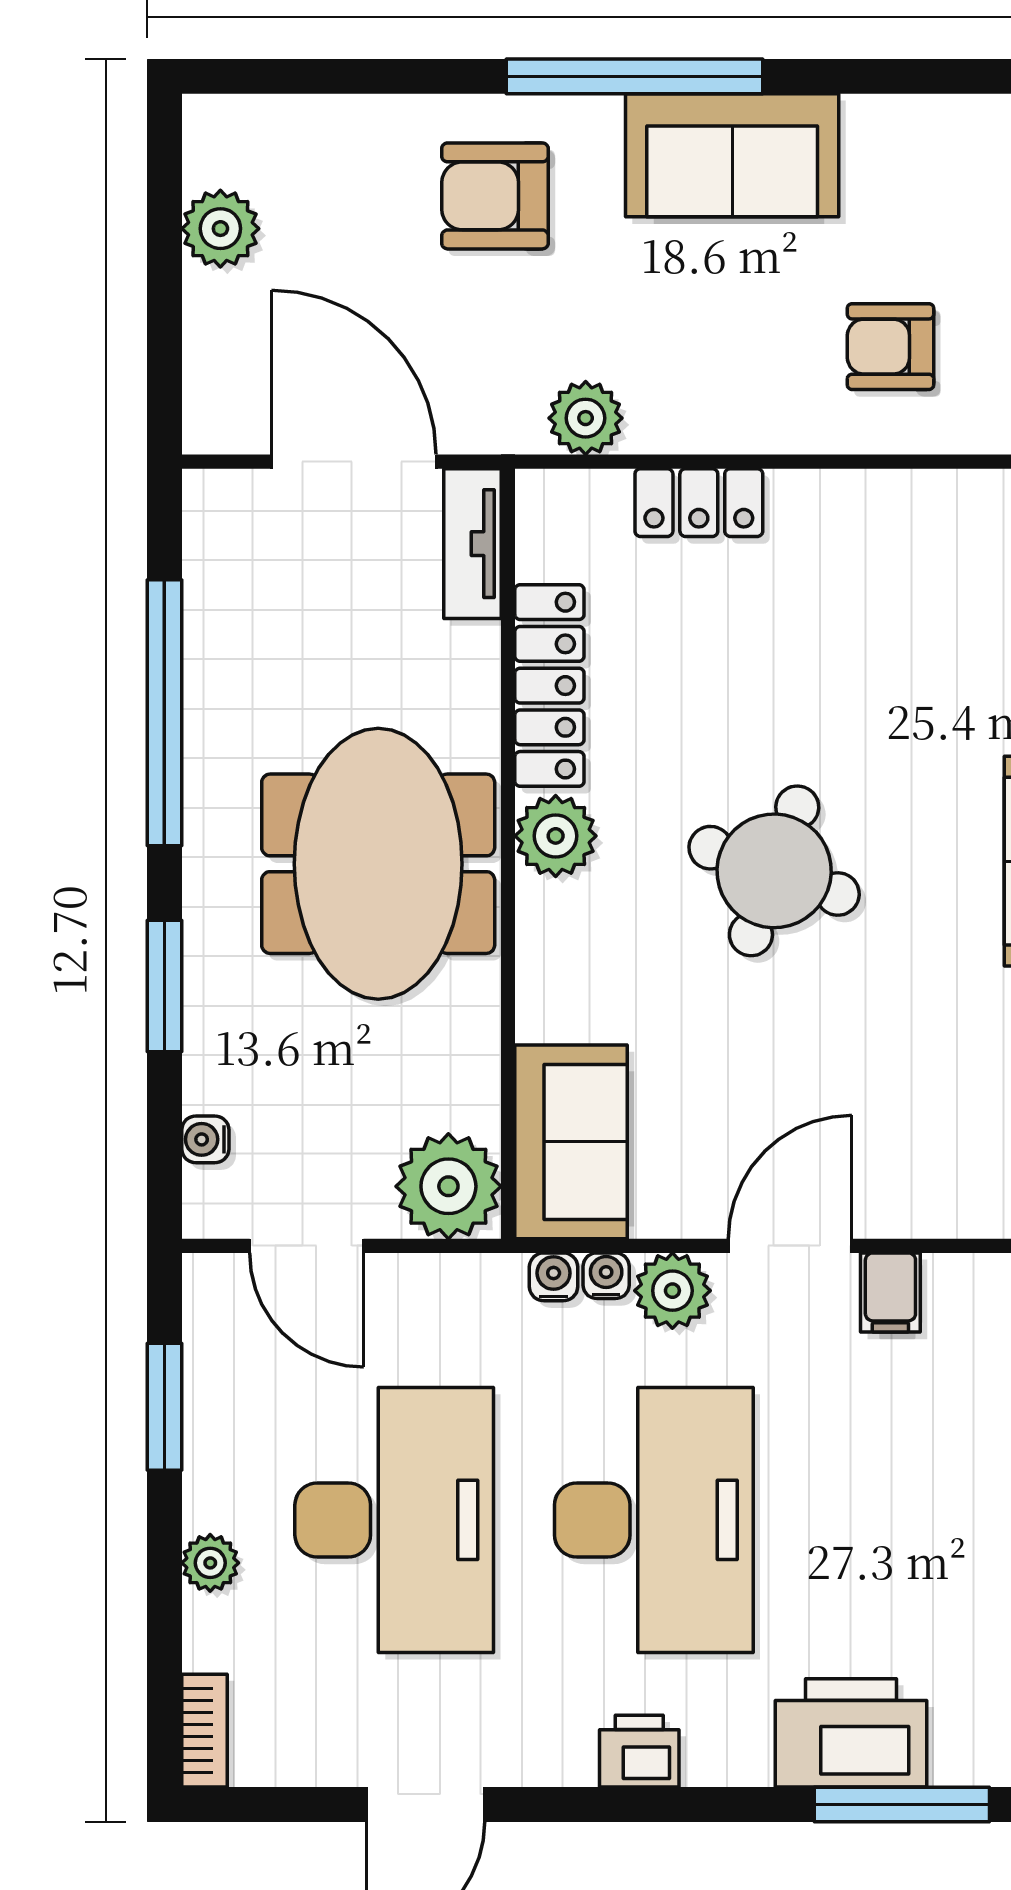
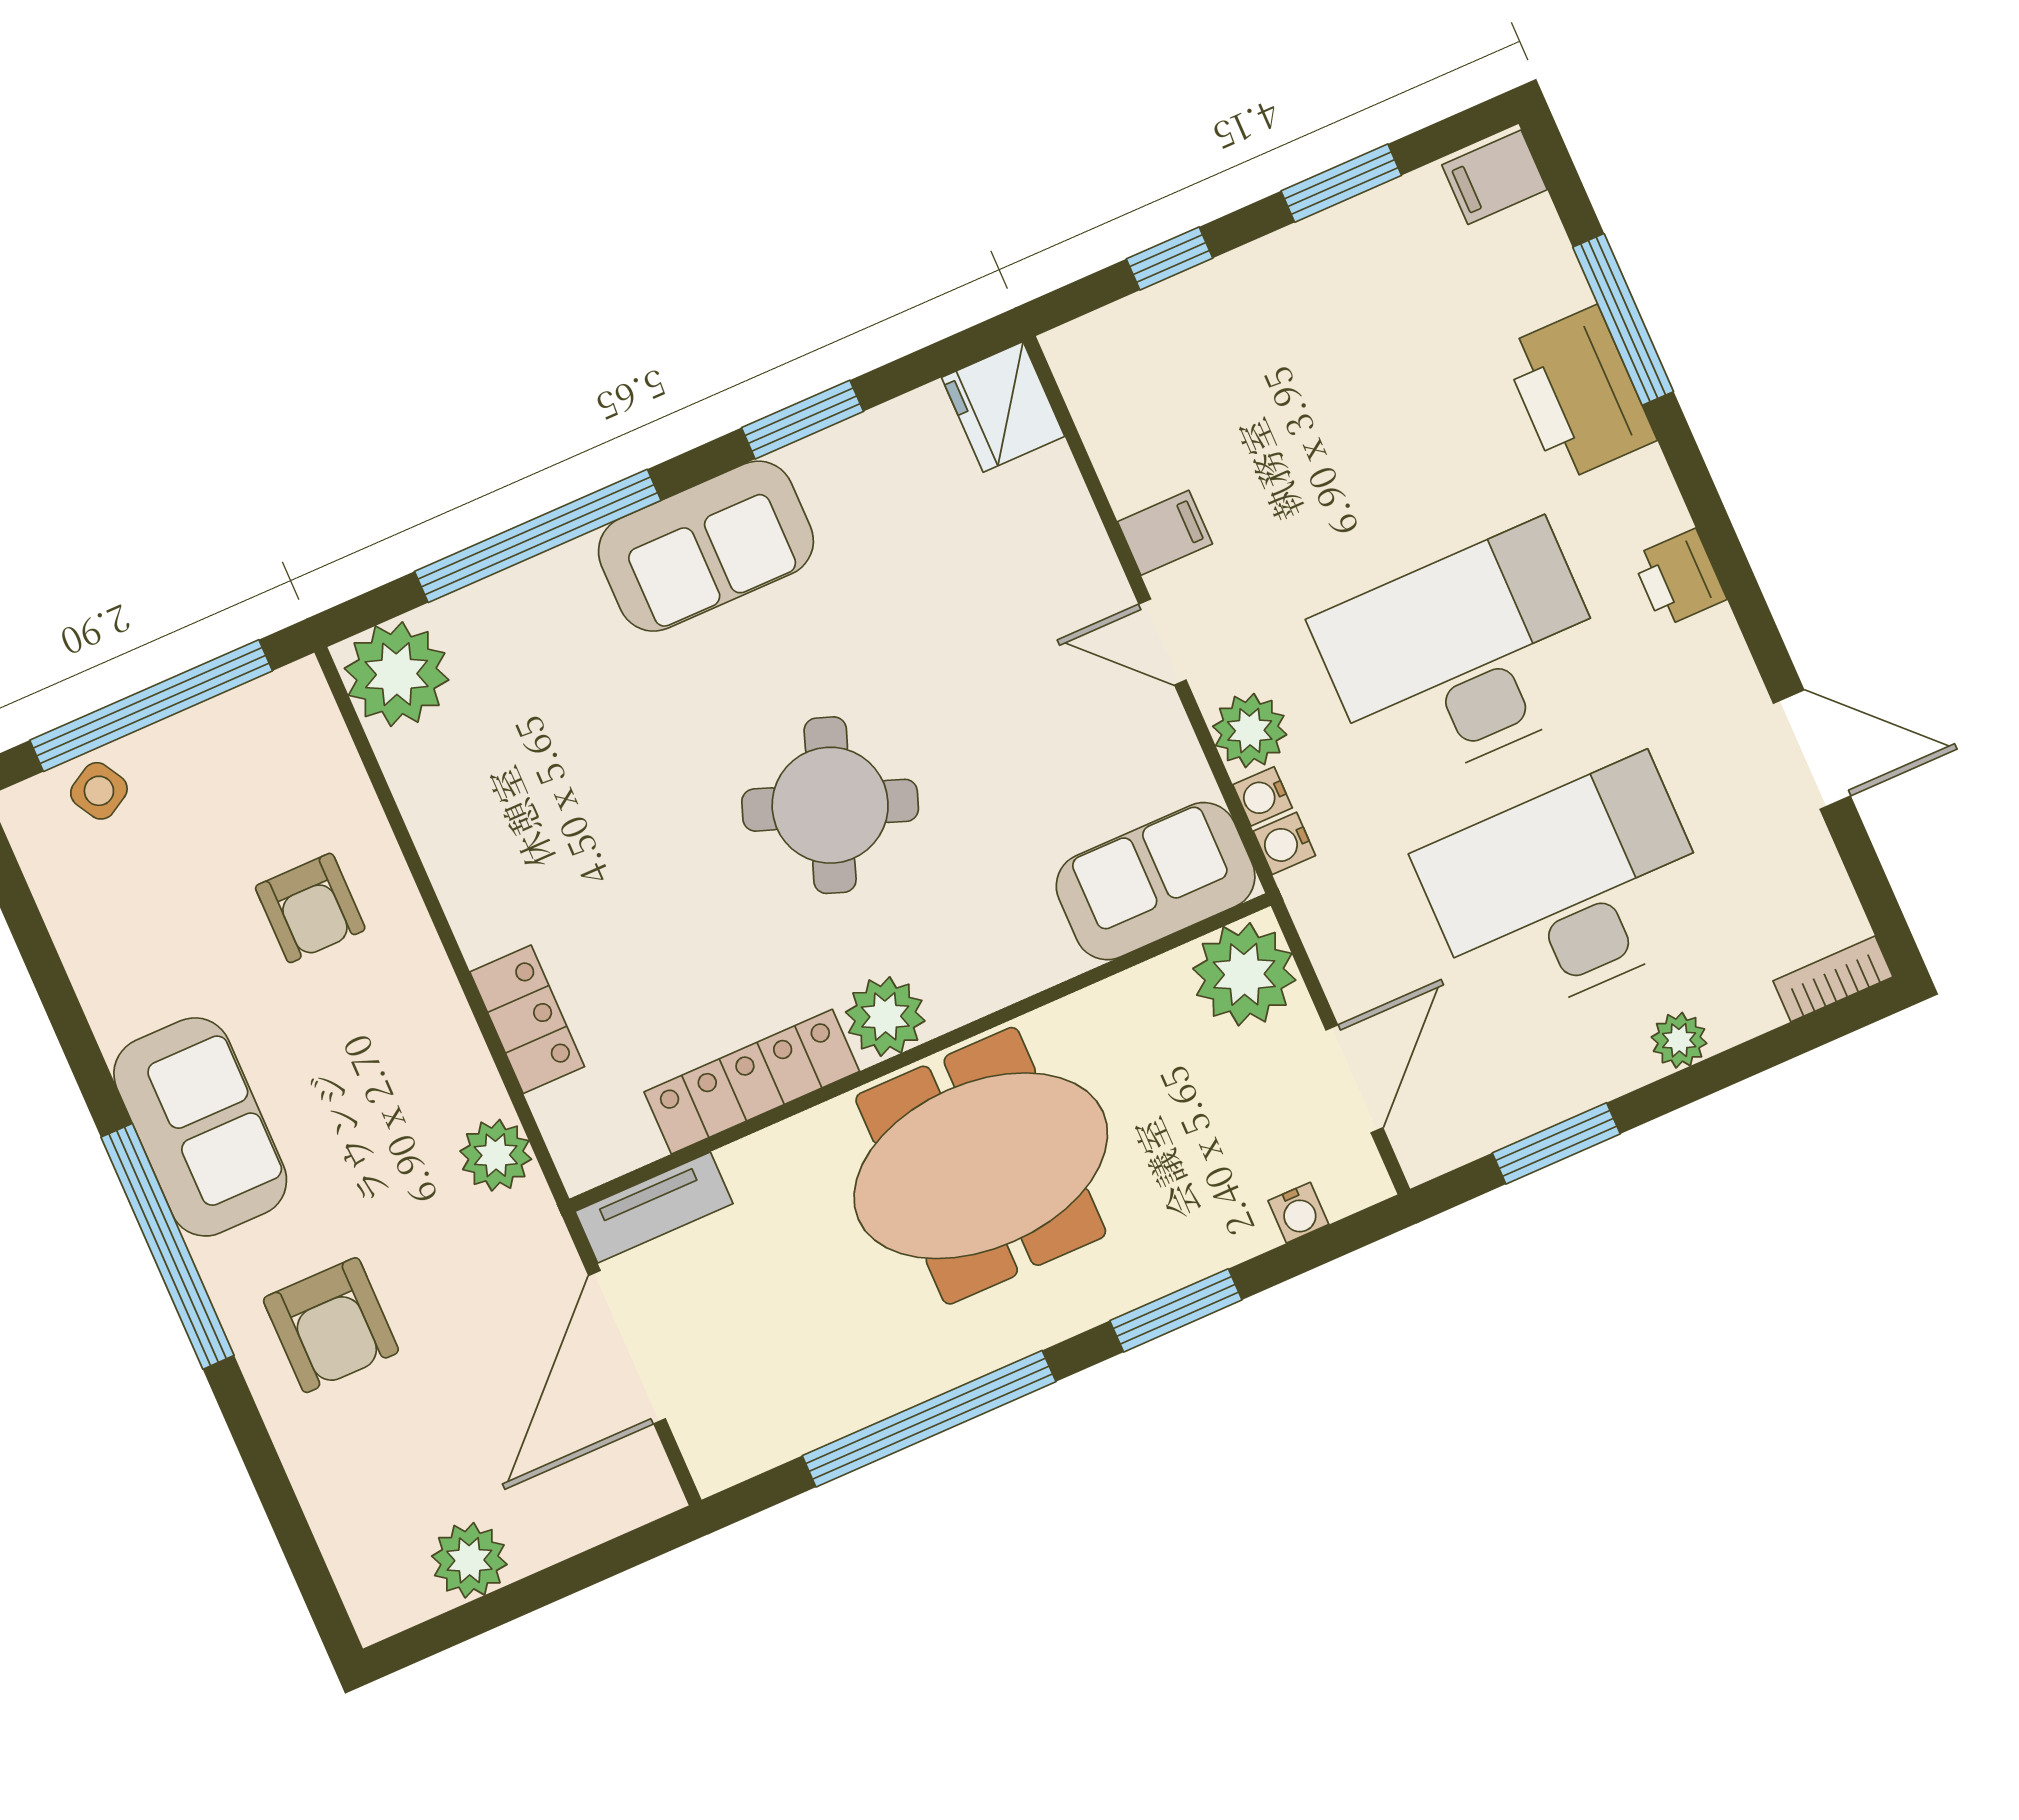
door: (790, 1246) -> (1163, 642), width x0.73

